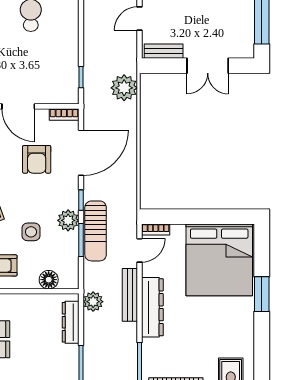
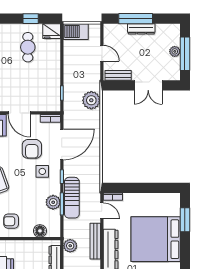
plant: (247, 16) -> (175, 51), added
door: (140, 19) -> (102, 53), swing flipped
plant: (68, 220) -> (53, 202), moved
side table: (31, 232) -> (42, 171), moved
door: (140, 250) -> (102, 211), hinge flipped
bed: (219, 260) -> (156, 239), moved, turned 90
window: (262, 294) -> (185, 220), moved

